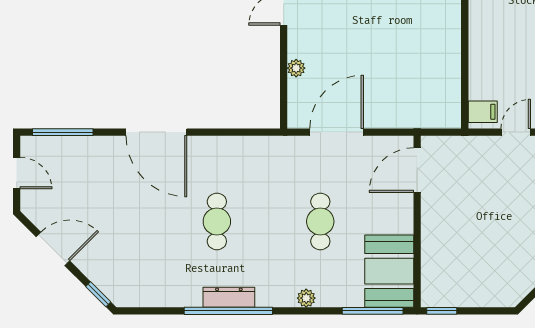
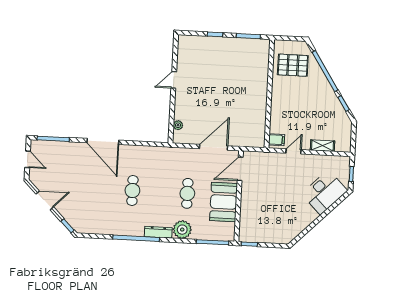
plant: (296, 68) -> (178, 125), moved
door: (337, 132) -> (213, 147), moved
booth: (389, 271) -> (224, 202), moved
dresser: (229, 297) -> (158, 232), moved
plant: (306, 298) -> (182, 230), width x1.88, depth x1.88

